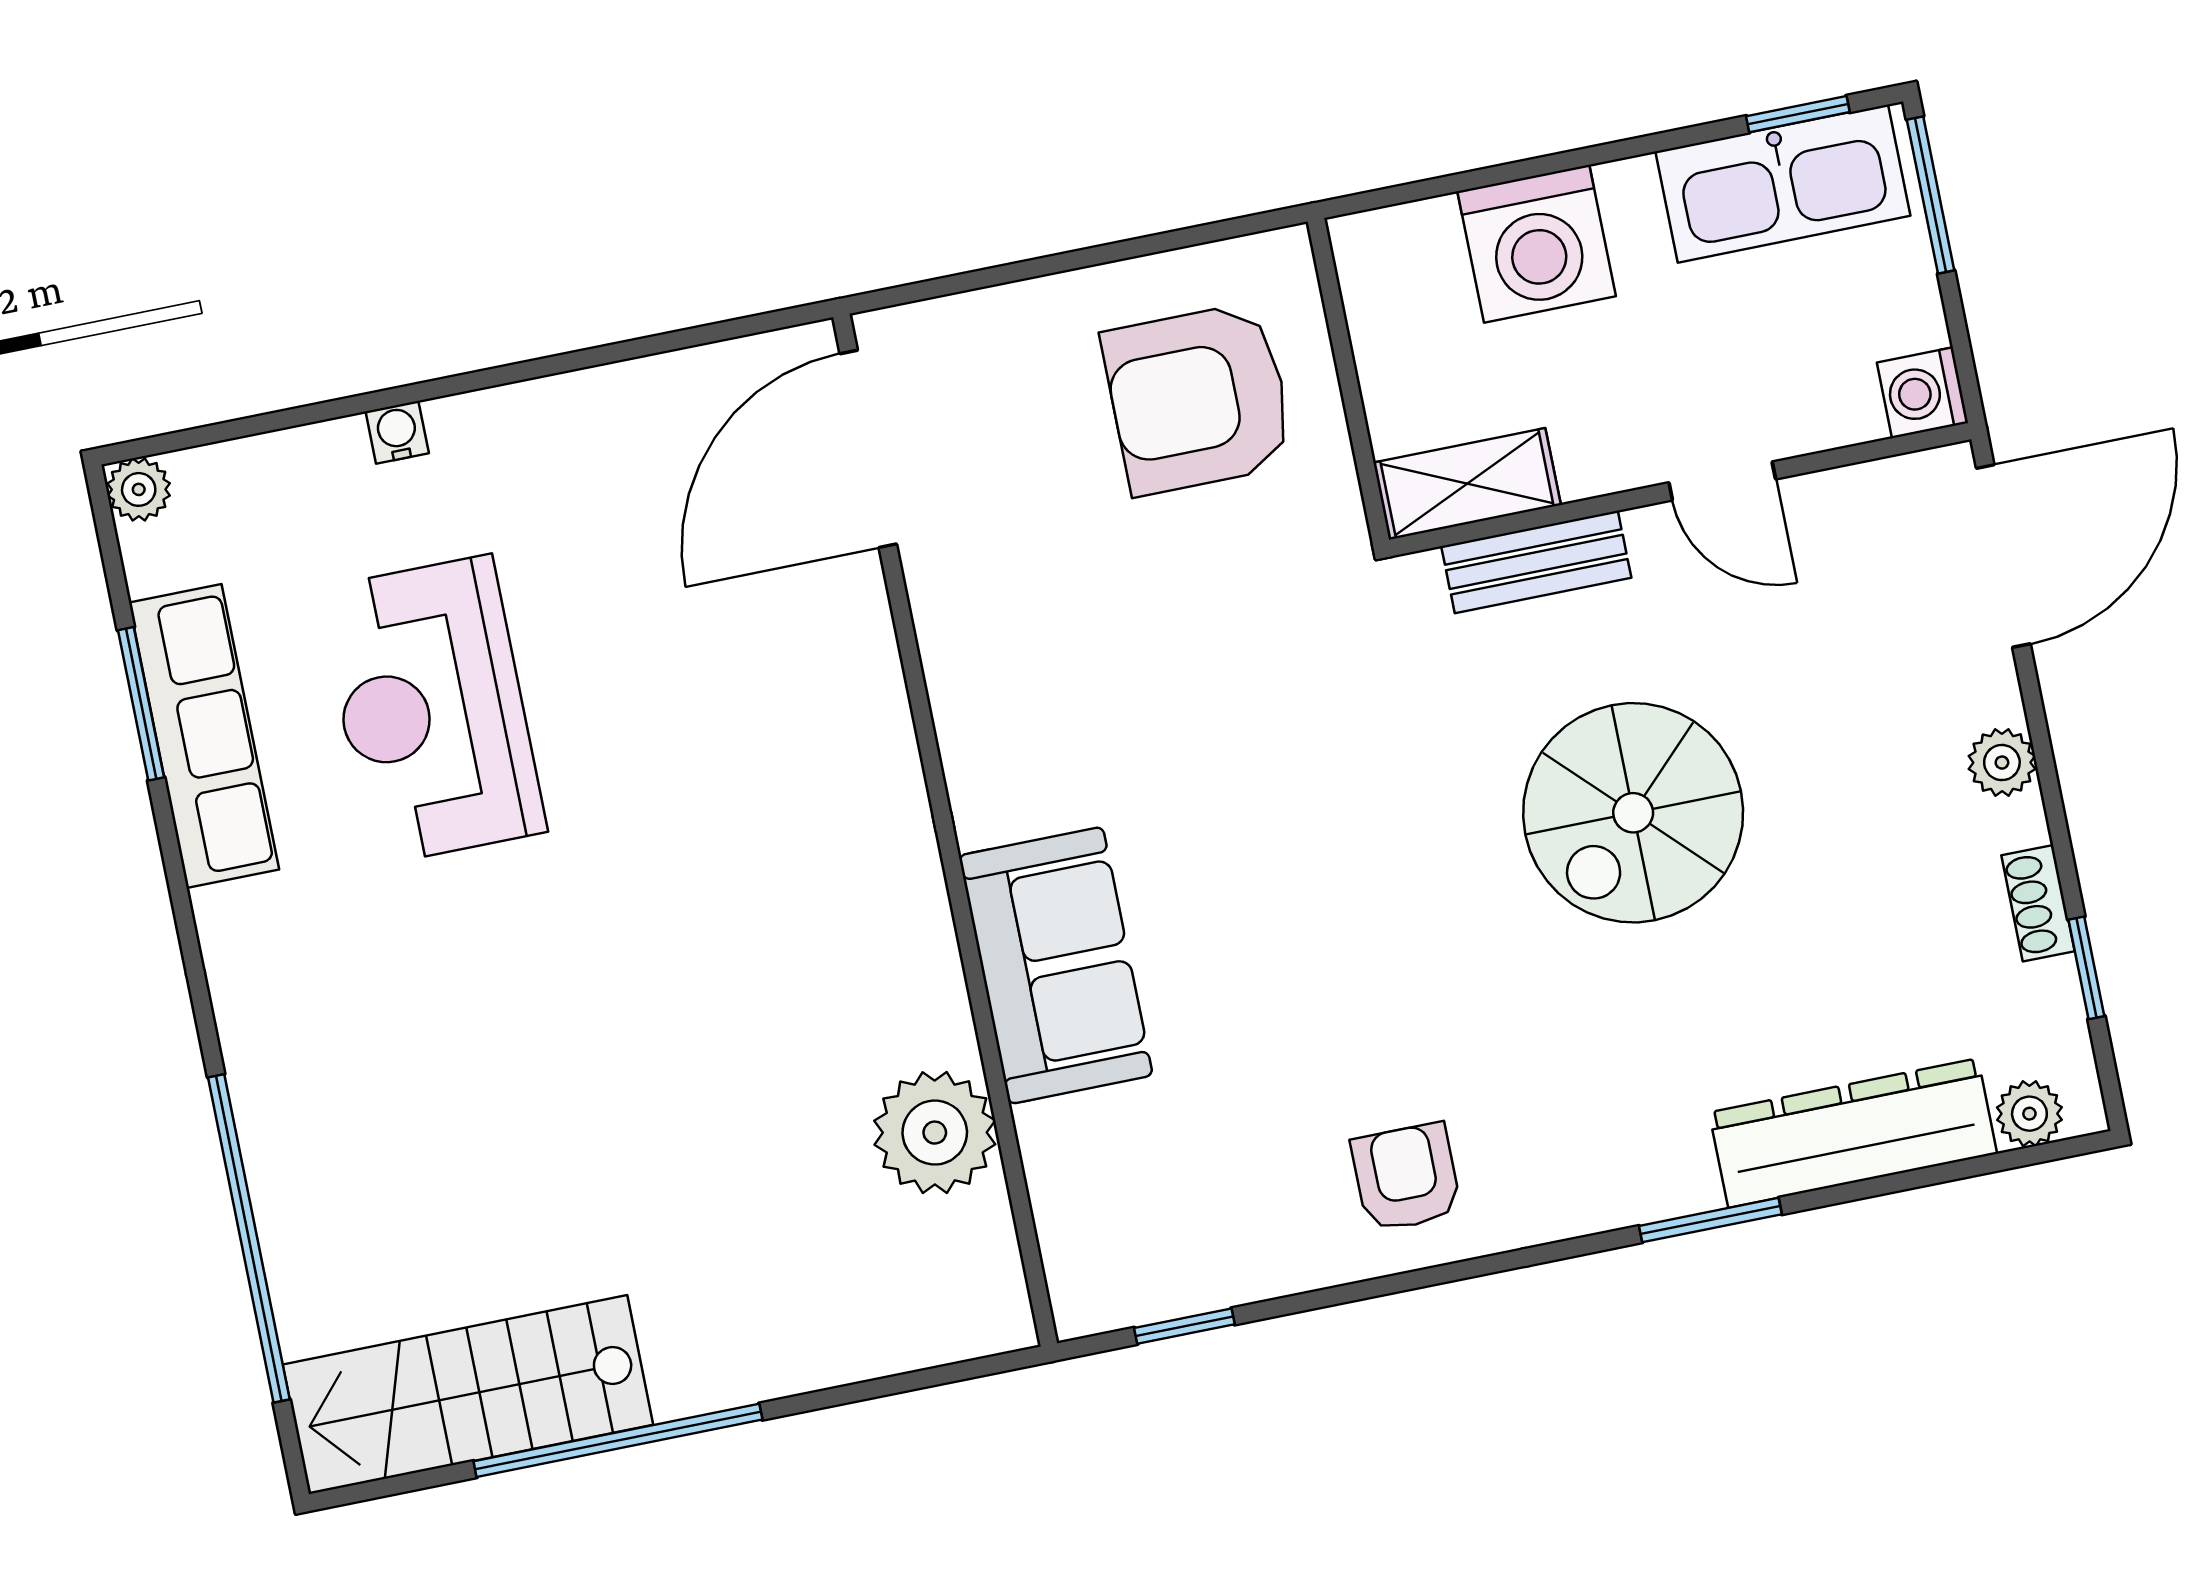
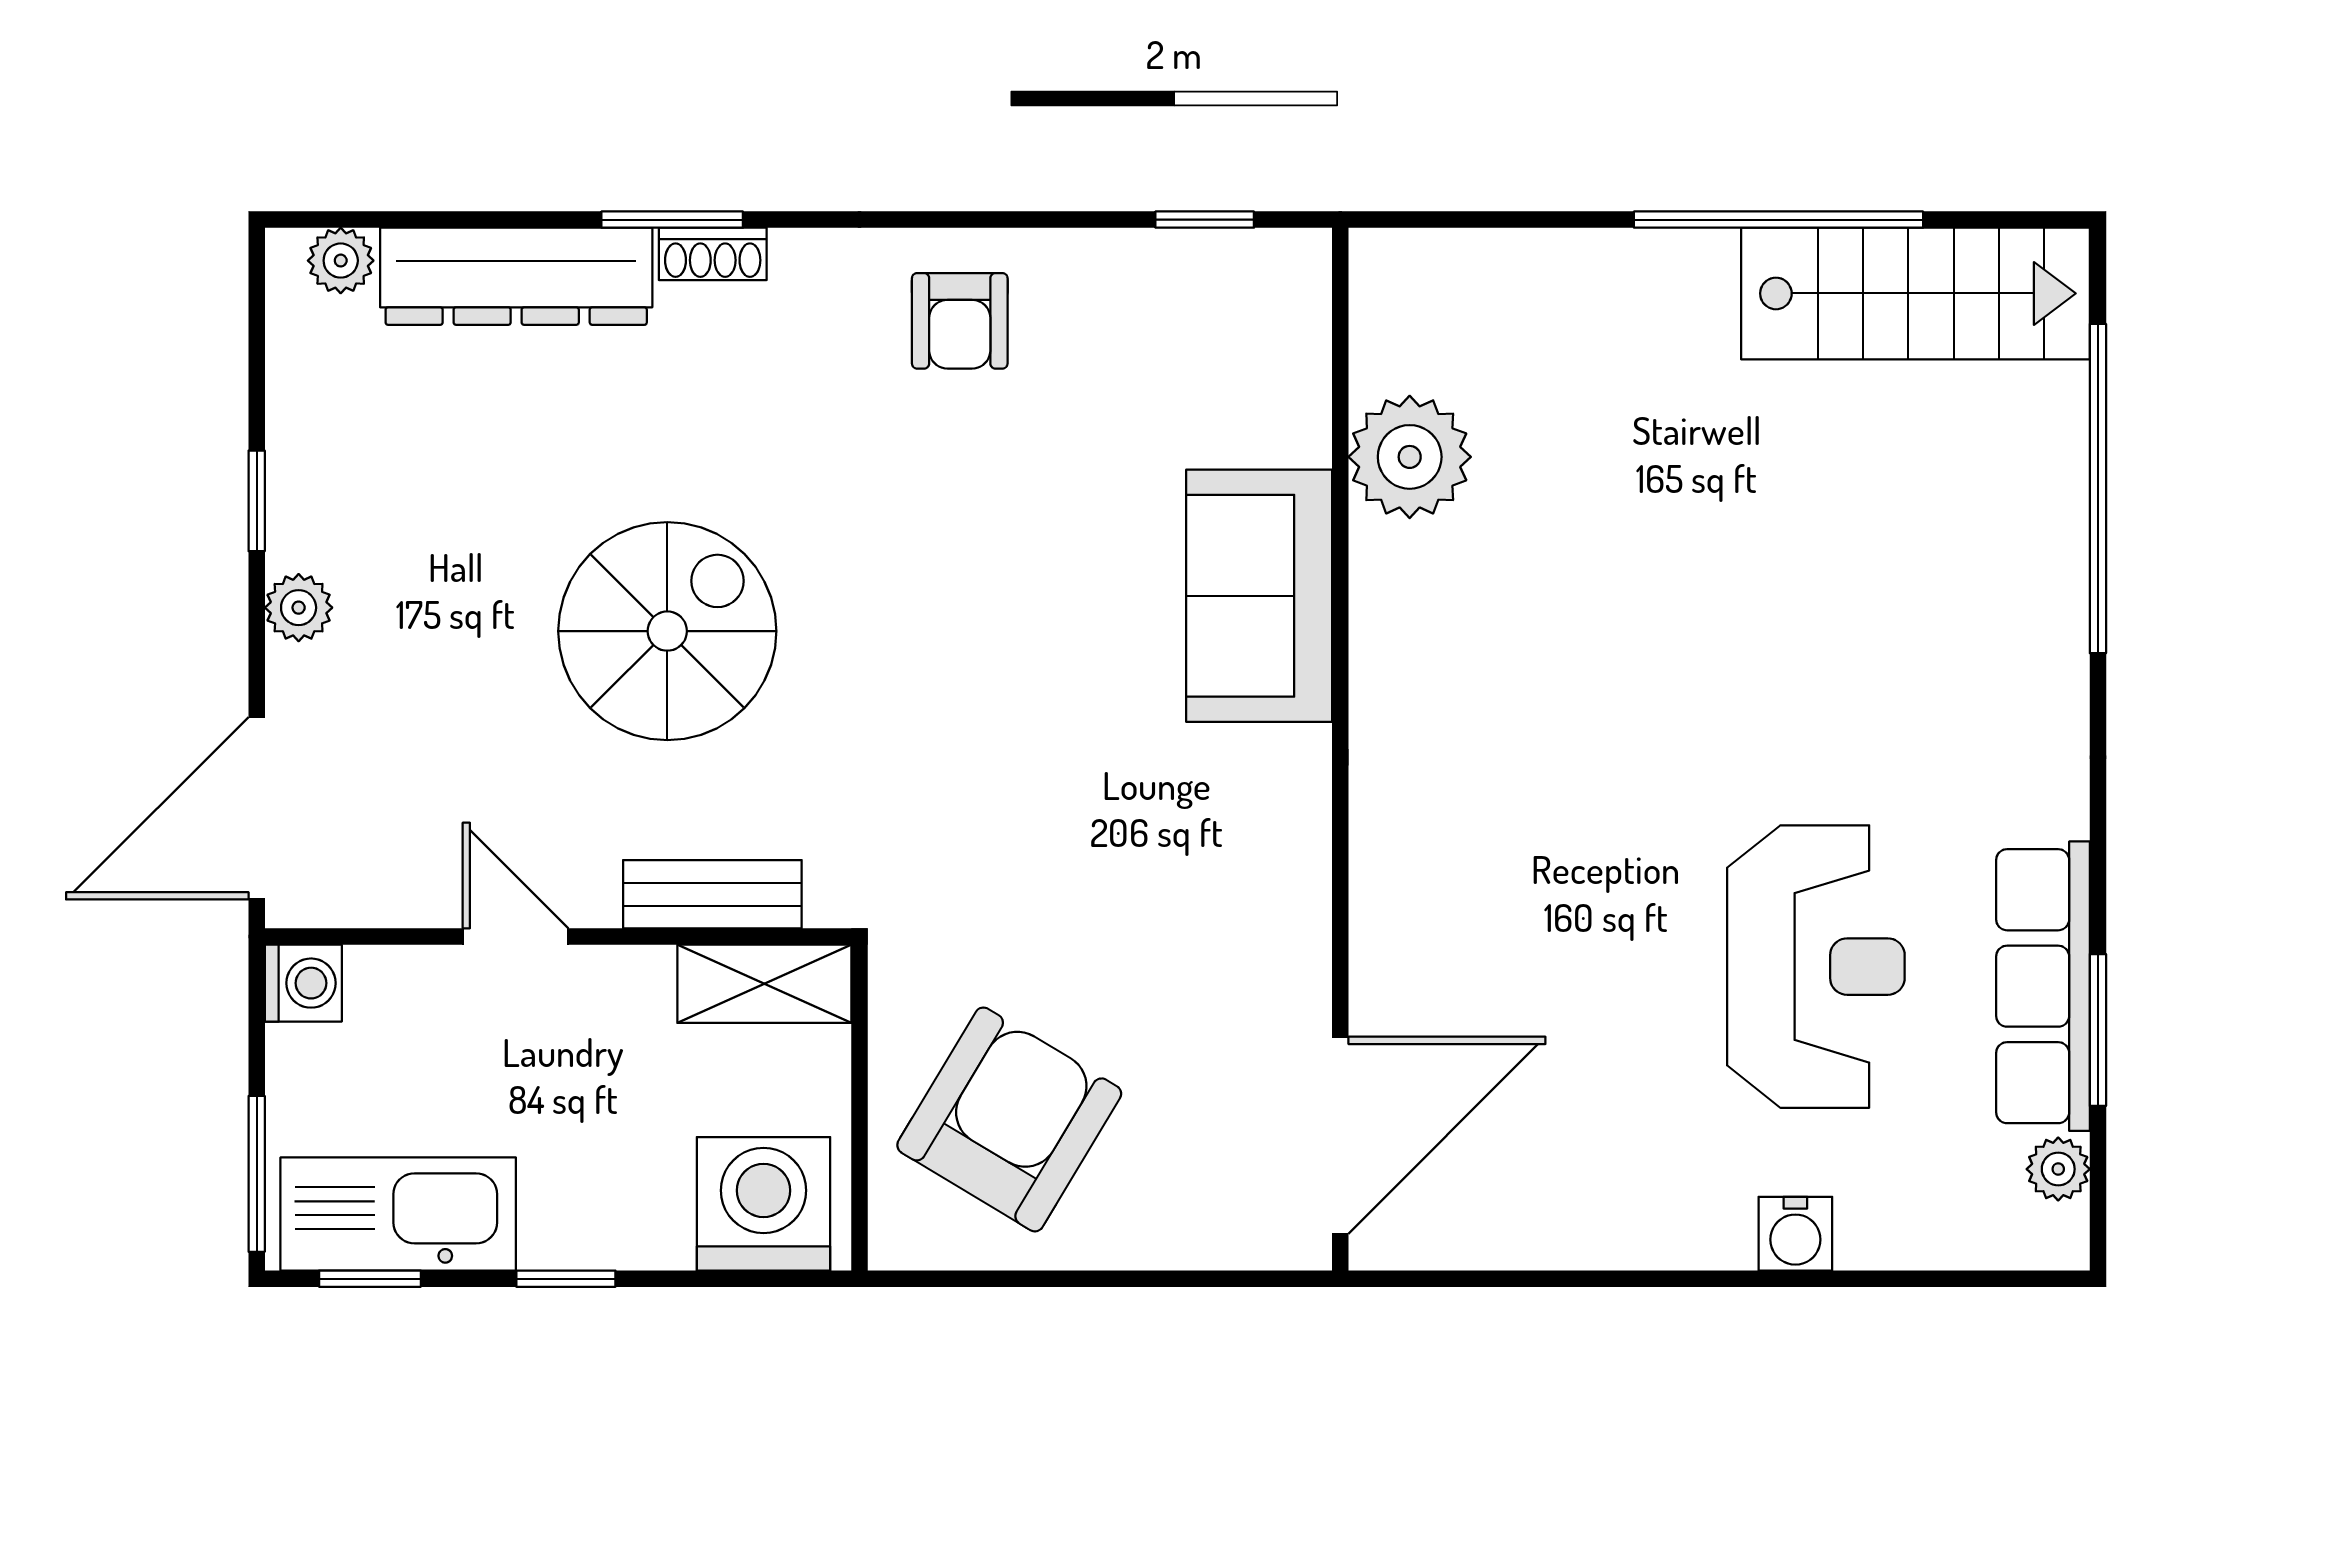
window: (1604, 153) -> (566, 1279), added
washing machine: (1537, 244) -> (764, 1204), moved
armchair: (1198, 399) -> (1009, 1119), turned -59
water cooler: (397, 432) -> (1795, 1234), width x1.38, depth x1.38
plant: (139, 489) -> (2058, 1169), moved
shoe rack: (2038, 903) -> (713, 254), moved, turned 90
window: (2086, 968) -> (257, 501), moved

